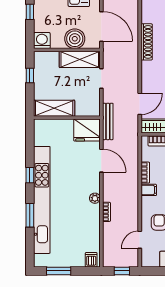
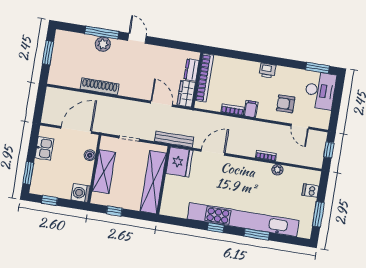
boiler: (75, 39) -> (90, 155), width x0.54, depth x0.54
shelving: (80, 59) -> (104, 172), moved
shelving: (54, 108) -> (153, 182), width x1.47
plant: (95, 198) -> (277, 170), moved
dishwasher: (91, 260) -> (310, 191), moved

